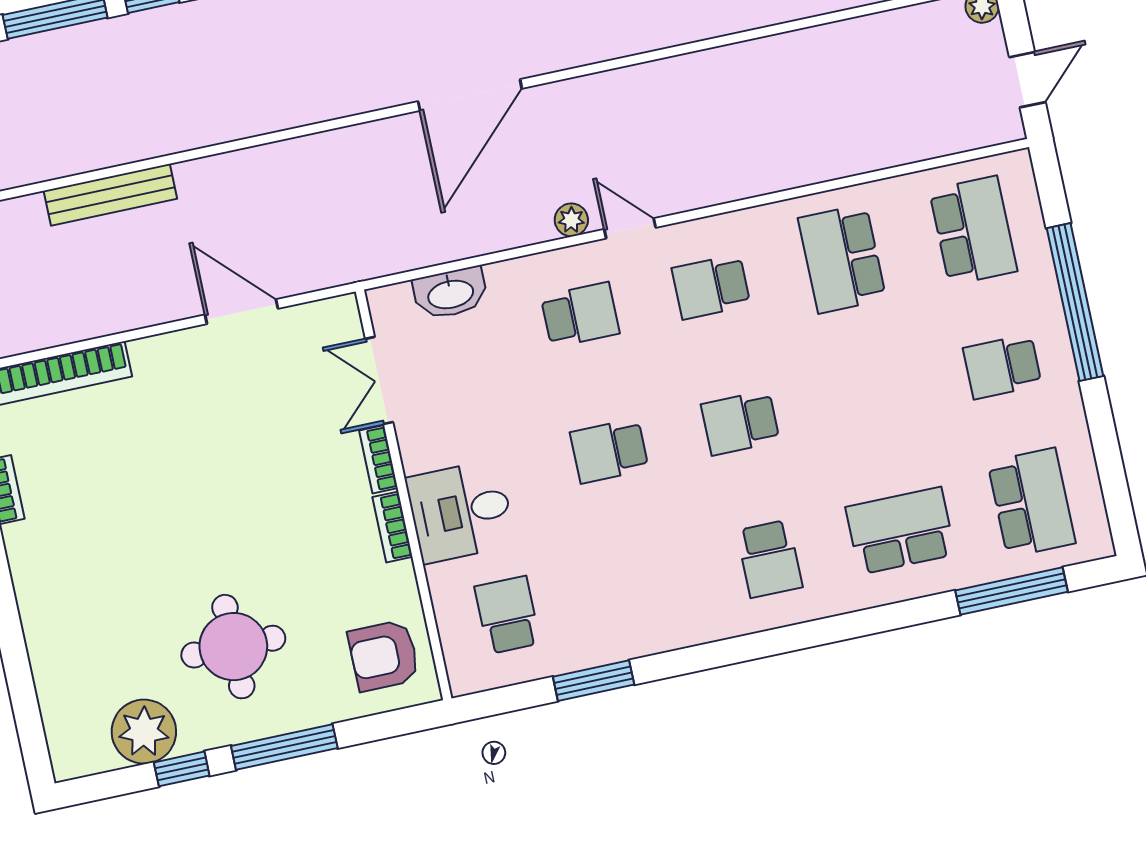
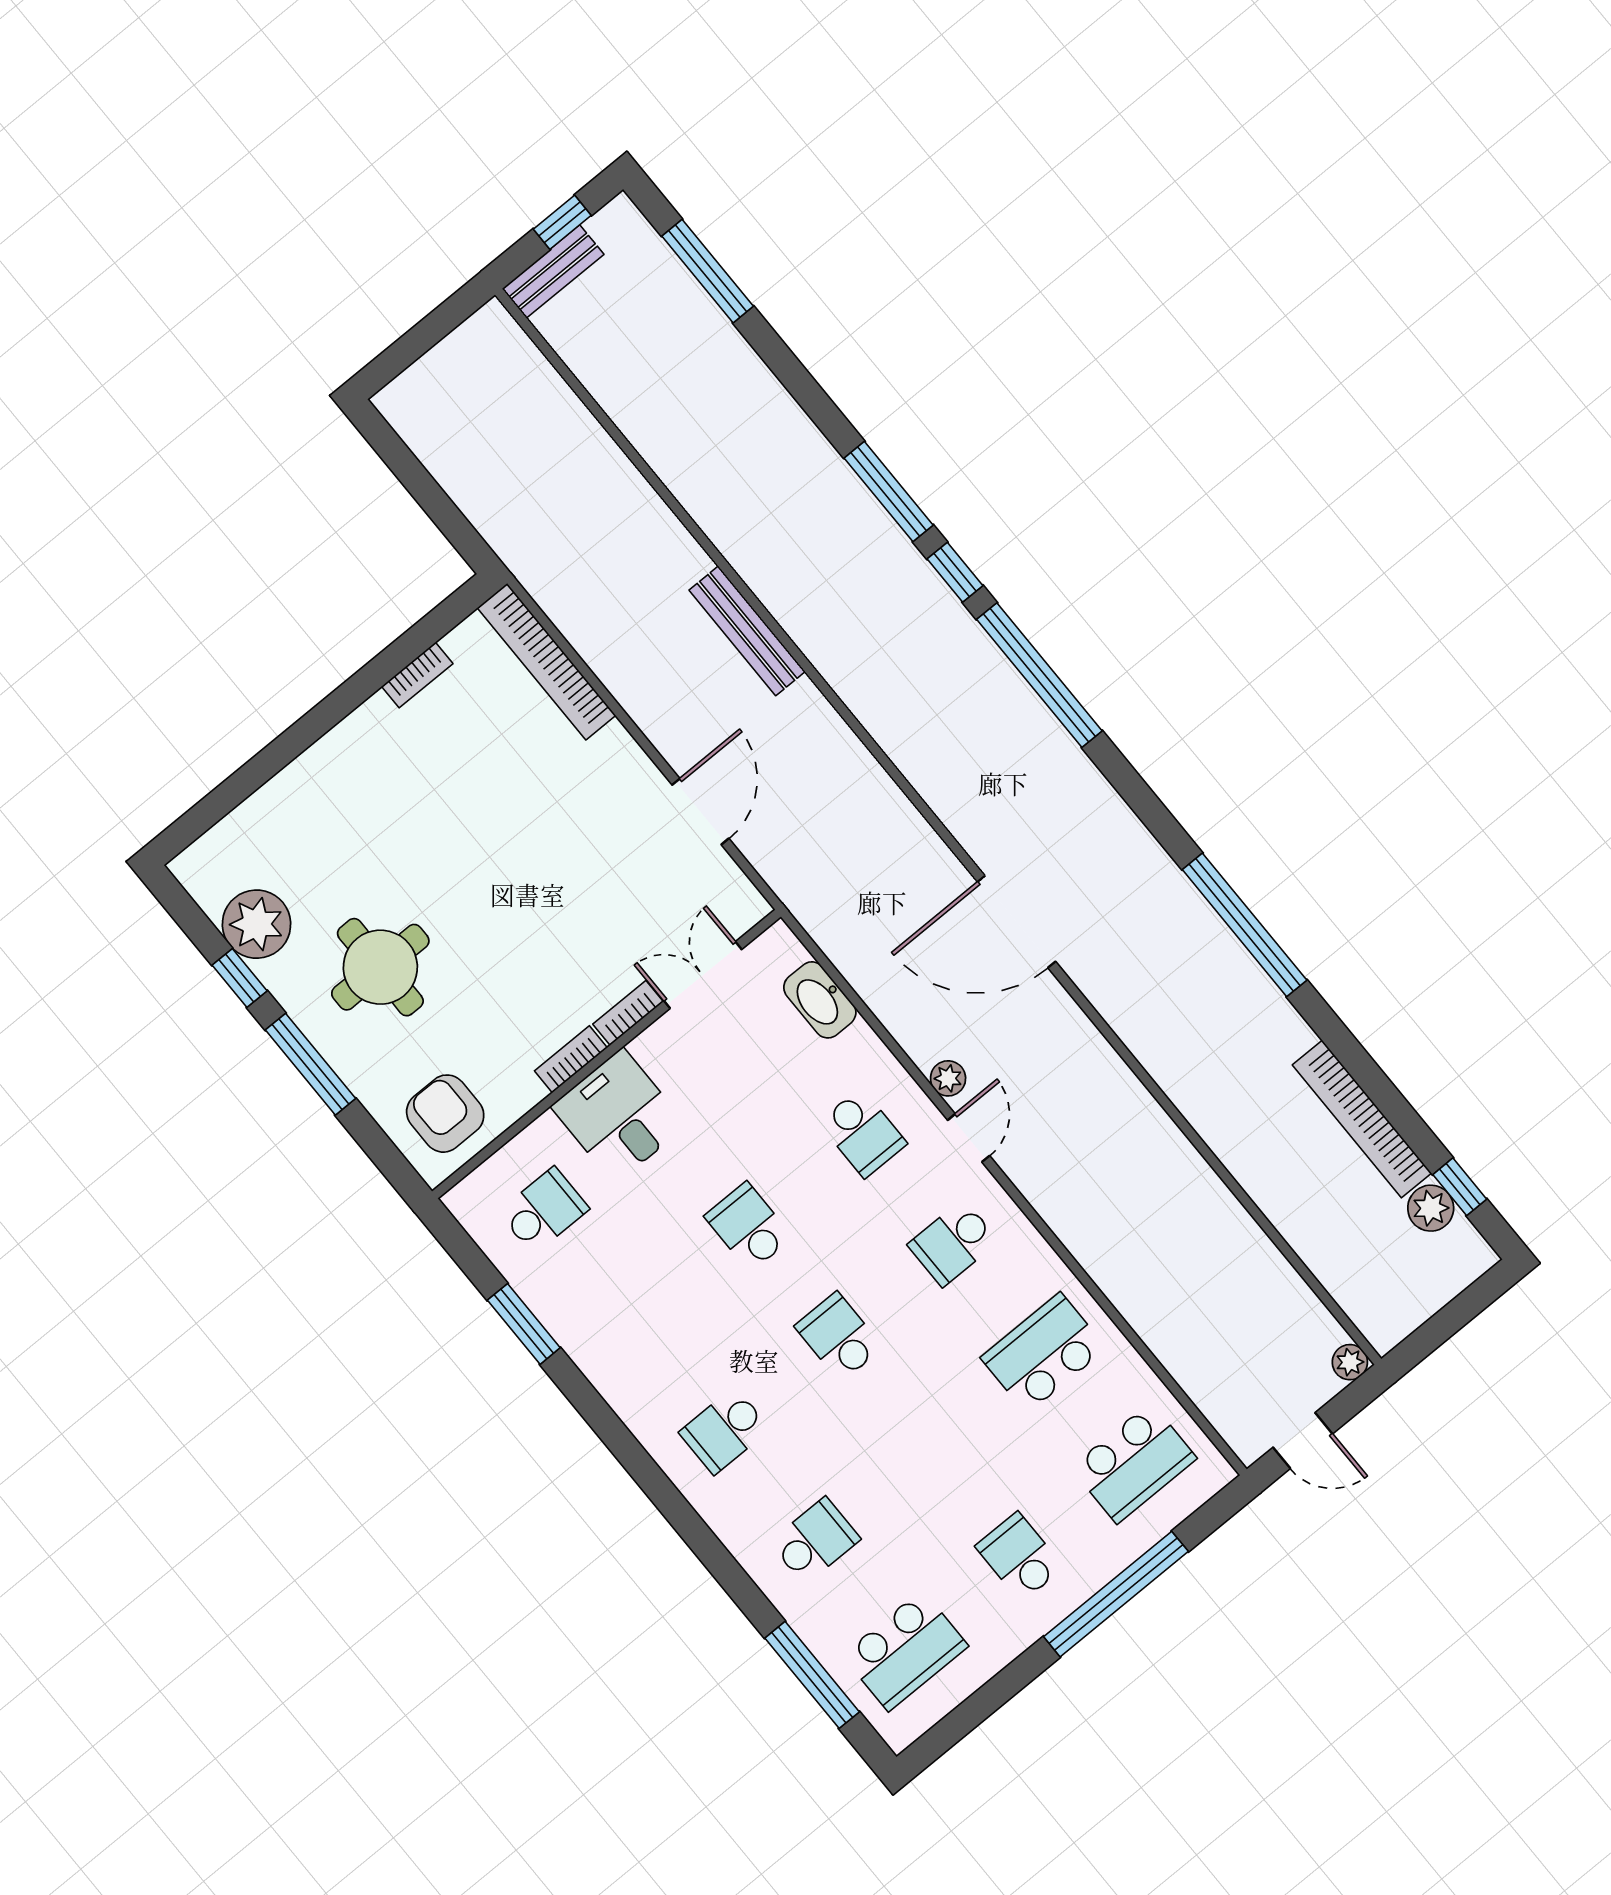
school desk: (711, 287) -> (953, 1243), turned -90
school desk: (900, 531) -> (815, 1541), width x0.54

